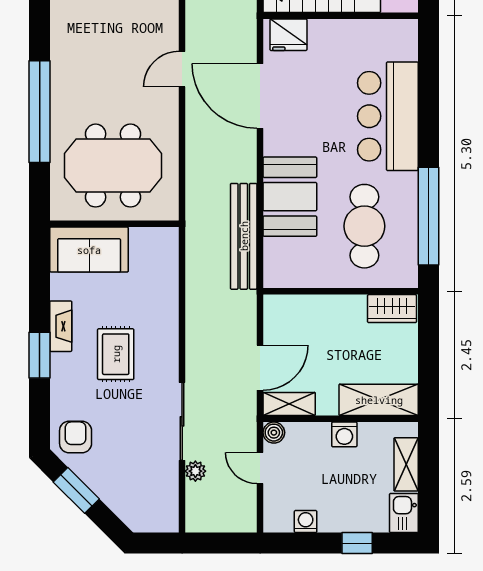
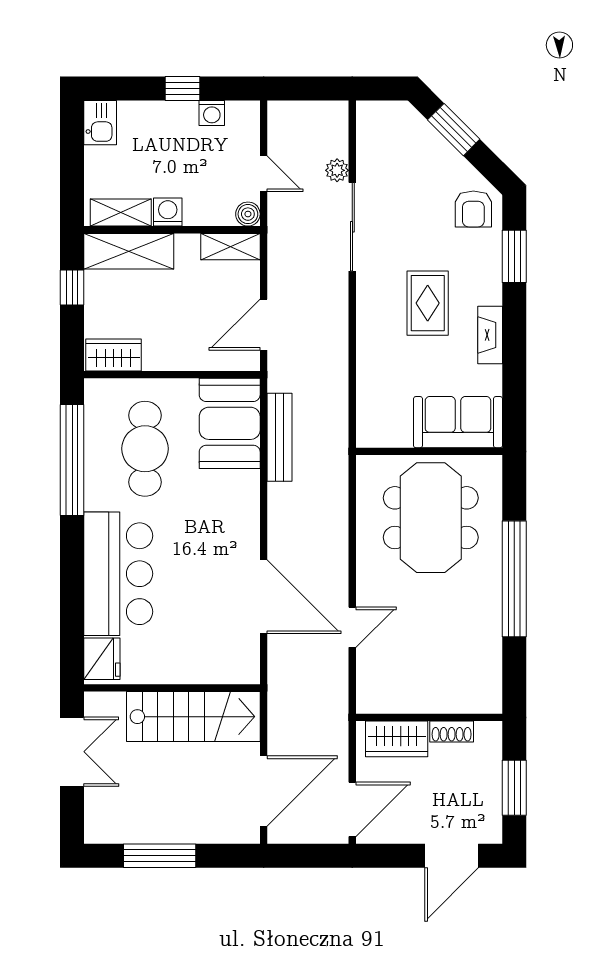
fridge: (288, 35) -> (102, 659), moved, turned 90
meeting table: (113, 166) -> (431, 518), turned 90
booth: (290, 197) -> (230, 423), moved
bench: (244, 236) -> (280, 437), width x0.73, depth x0.82
window: (40, 355) -> (514, 256), moved
door: (260, 368) -> (264, 325), moved
window: (429, 368) -> (72, 287), added
shelving: (406, 464) -> (121, 212), moved, turned 90
window: (76, 490) -> (454, 130), moved
window: (357, 543) -> (183, 88), moved

